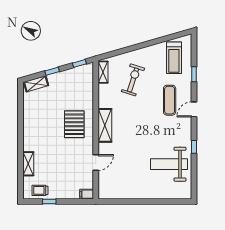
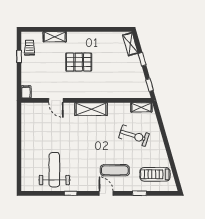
pallet: (74, 124) -> (79, 62), moved

